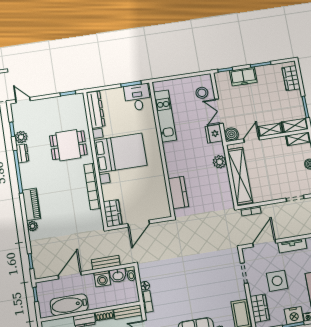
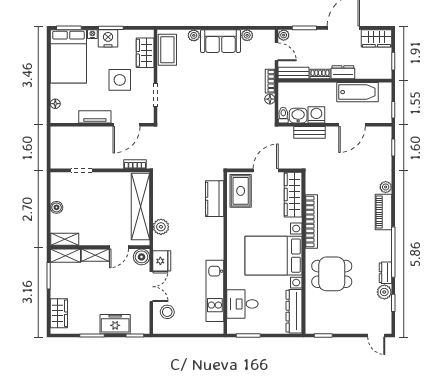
desk: (138, 97) -> (242, 304), moved, turned 90
rug: (157, 203) -> (241, 191), added
wardrobe: (113, 213) -> (293, 195), width x1.50

